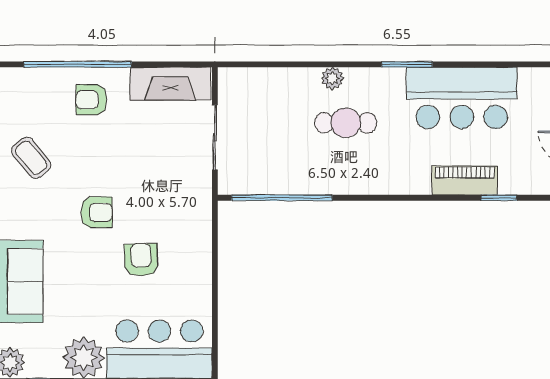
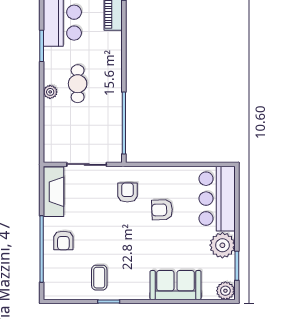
coffee table: (31, 158) -> (99, 278), turned -51
armchair: (97, 212) -> (127, 192), moved

